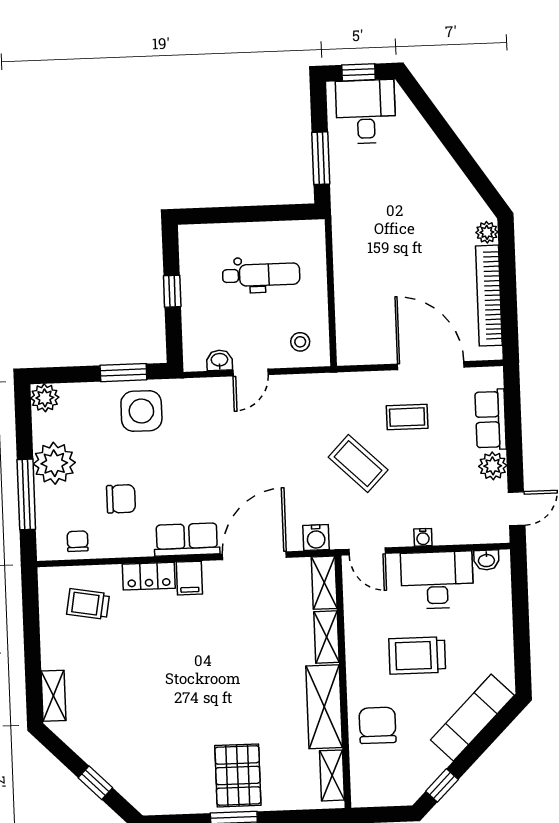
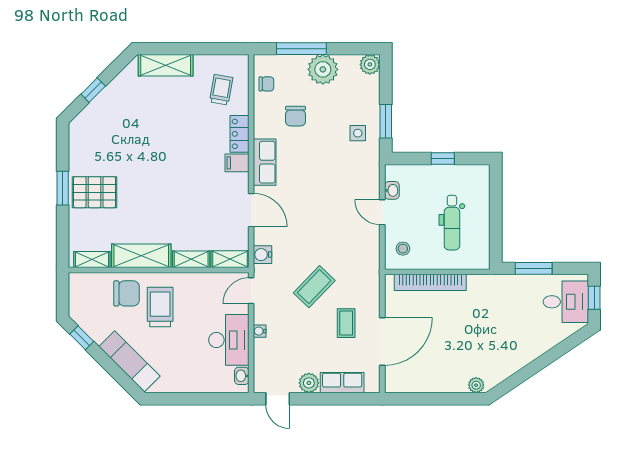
bookcase: (489, 296) -> (430, 282), moved, turned 180
side table: (141, 411) -> (358, 133), width x0.54, depth x0.54
door: (254, 556) -> (251, 210), width x0.73
trolley: (417, 655) -> (160, 307), moved
shelving: (54, 696) -> (166, 65), width x1.50, depth x1.33

